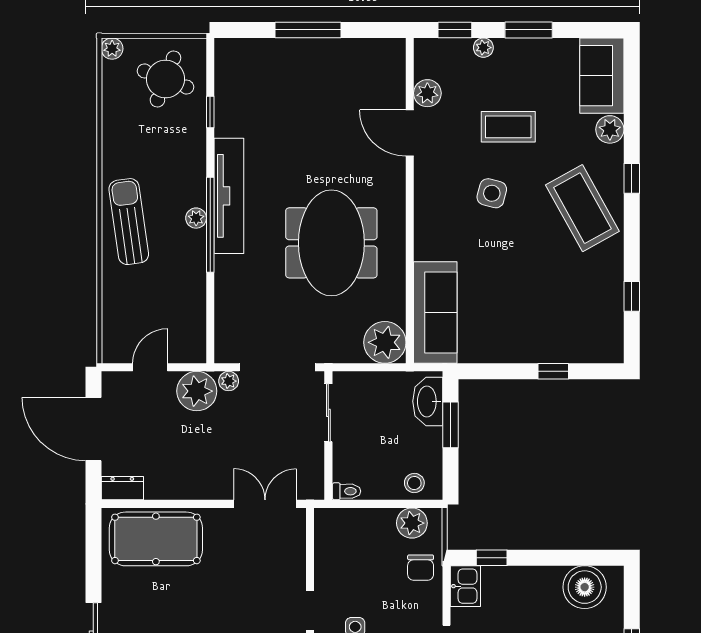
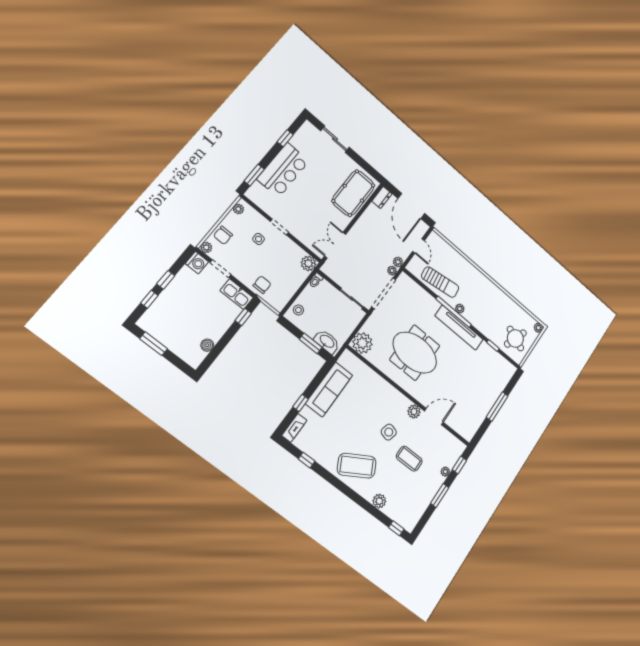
sofa: (602, 76) -> (402, 513), removed
plant: (427, 93) -> (414, 412), moved
coffee table: (508, 127) -> (409, 459), turned 90
window: (632, 178) -> (396, 528), moved
sun lounger: (129, 222) -> (440, 282), moved
sofa: (435, 313) -> (329, 389), moved, turned -90
fireplace: (598, 352) -> (294, 428), added
plant: (197, 391) -> (398, 262), width x0.53, depth x0.53
door: (93, 429) -> (411, 206), swing flipped
double door: (265, 504) -> (335, 245), swing flipped
plant: (412, 523) -> (308, 263), moved
chair: (421, 568) -> (262, 285), turned 90
kitchen sink: (465, 586) -> (237, 294), width x1.38
boiler: (585, 587) -> (207, 345), width x0.54, depth x0.54

